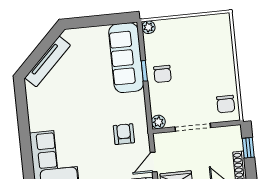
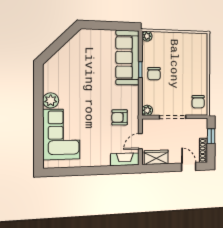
tv unit: (48, 61) -> (64, 53), removed
plant: (38, 121) -> (51, 100), added
armchair: (124, 134) -> (120, 117), turned -90

